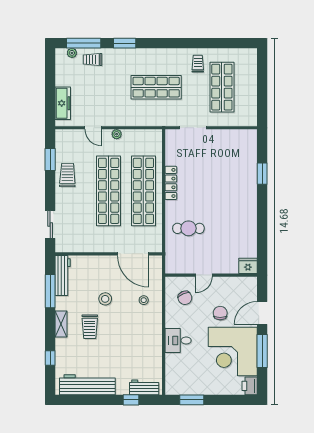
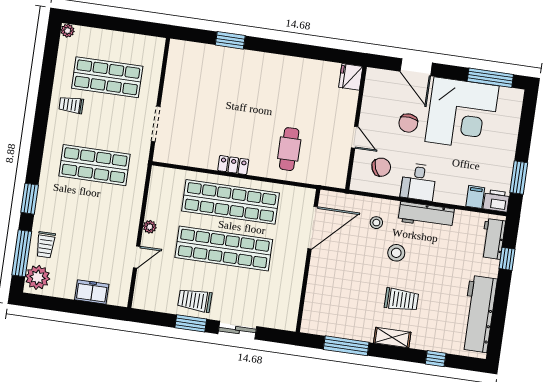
plant: (72, 53) -> (38, 277), width x1.88, depth x1.88
plant: (252, 53) -> (68, 31), added
shop shelf: (156, 87) -> (94, 165), turned 90
freezer: (63, 103) -> (92, 292), width x0.71
window: (50, 160) -> (191, 323), moved
locker: (171, 183) -> (233, 165), width x0.66
sliding door: (50, 225) -> (237, 330), moved
workbench: (63, 276) -> (426, 215), moved, turned 180
stool: (105, 299) -> (396, 253), moved
chair: (220, 313) -> (408, 123), turned -84
desk: (178, 341) -> (418, 182), moved
window: (262, 351) -> (490, 78), moved
filing cabinet: (173, 370) -> (475, 197), added
printer: (250, 386) -> (496, 201), moved, turned 180

